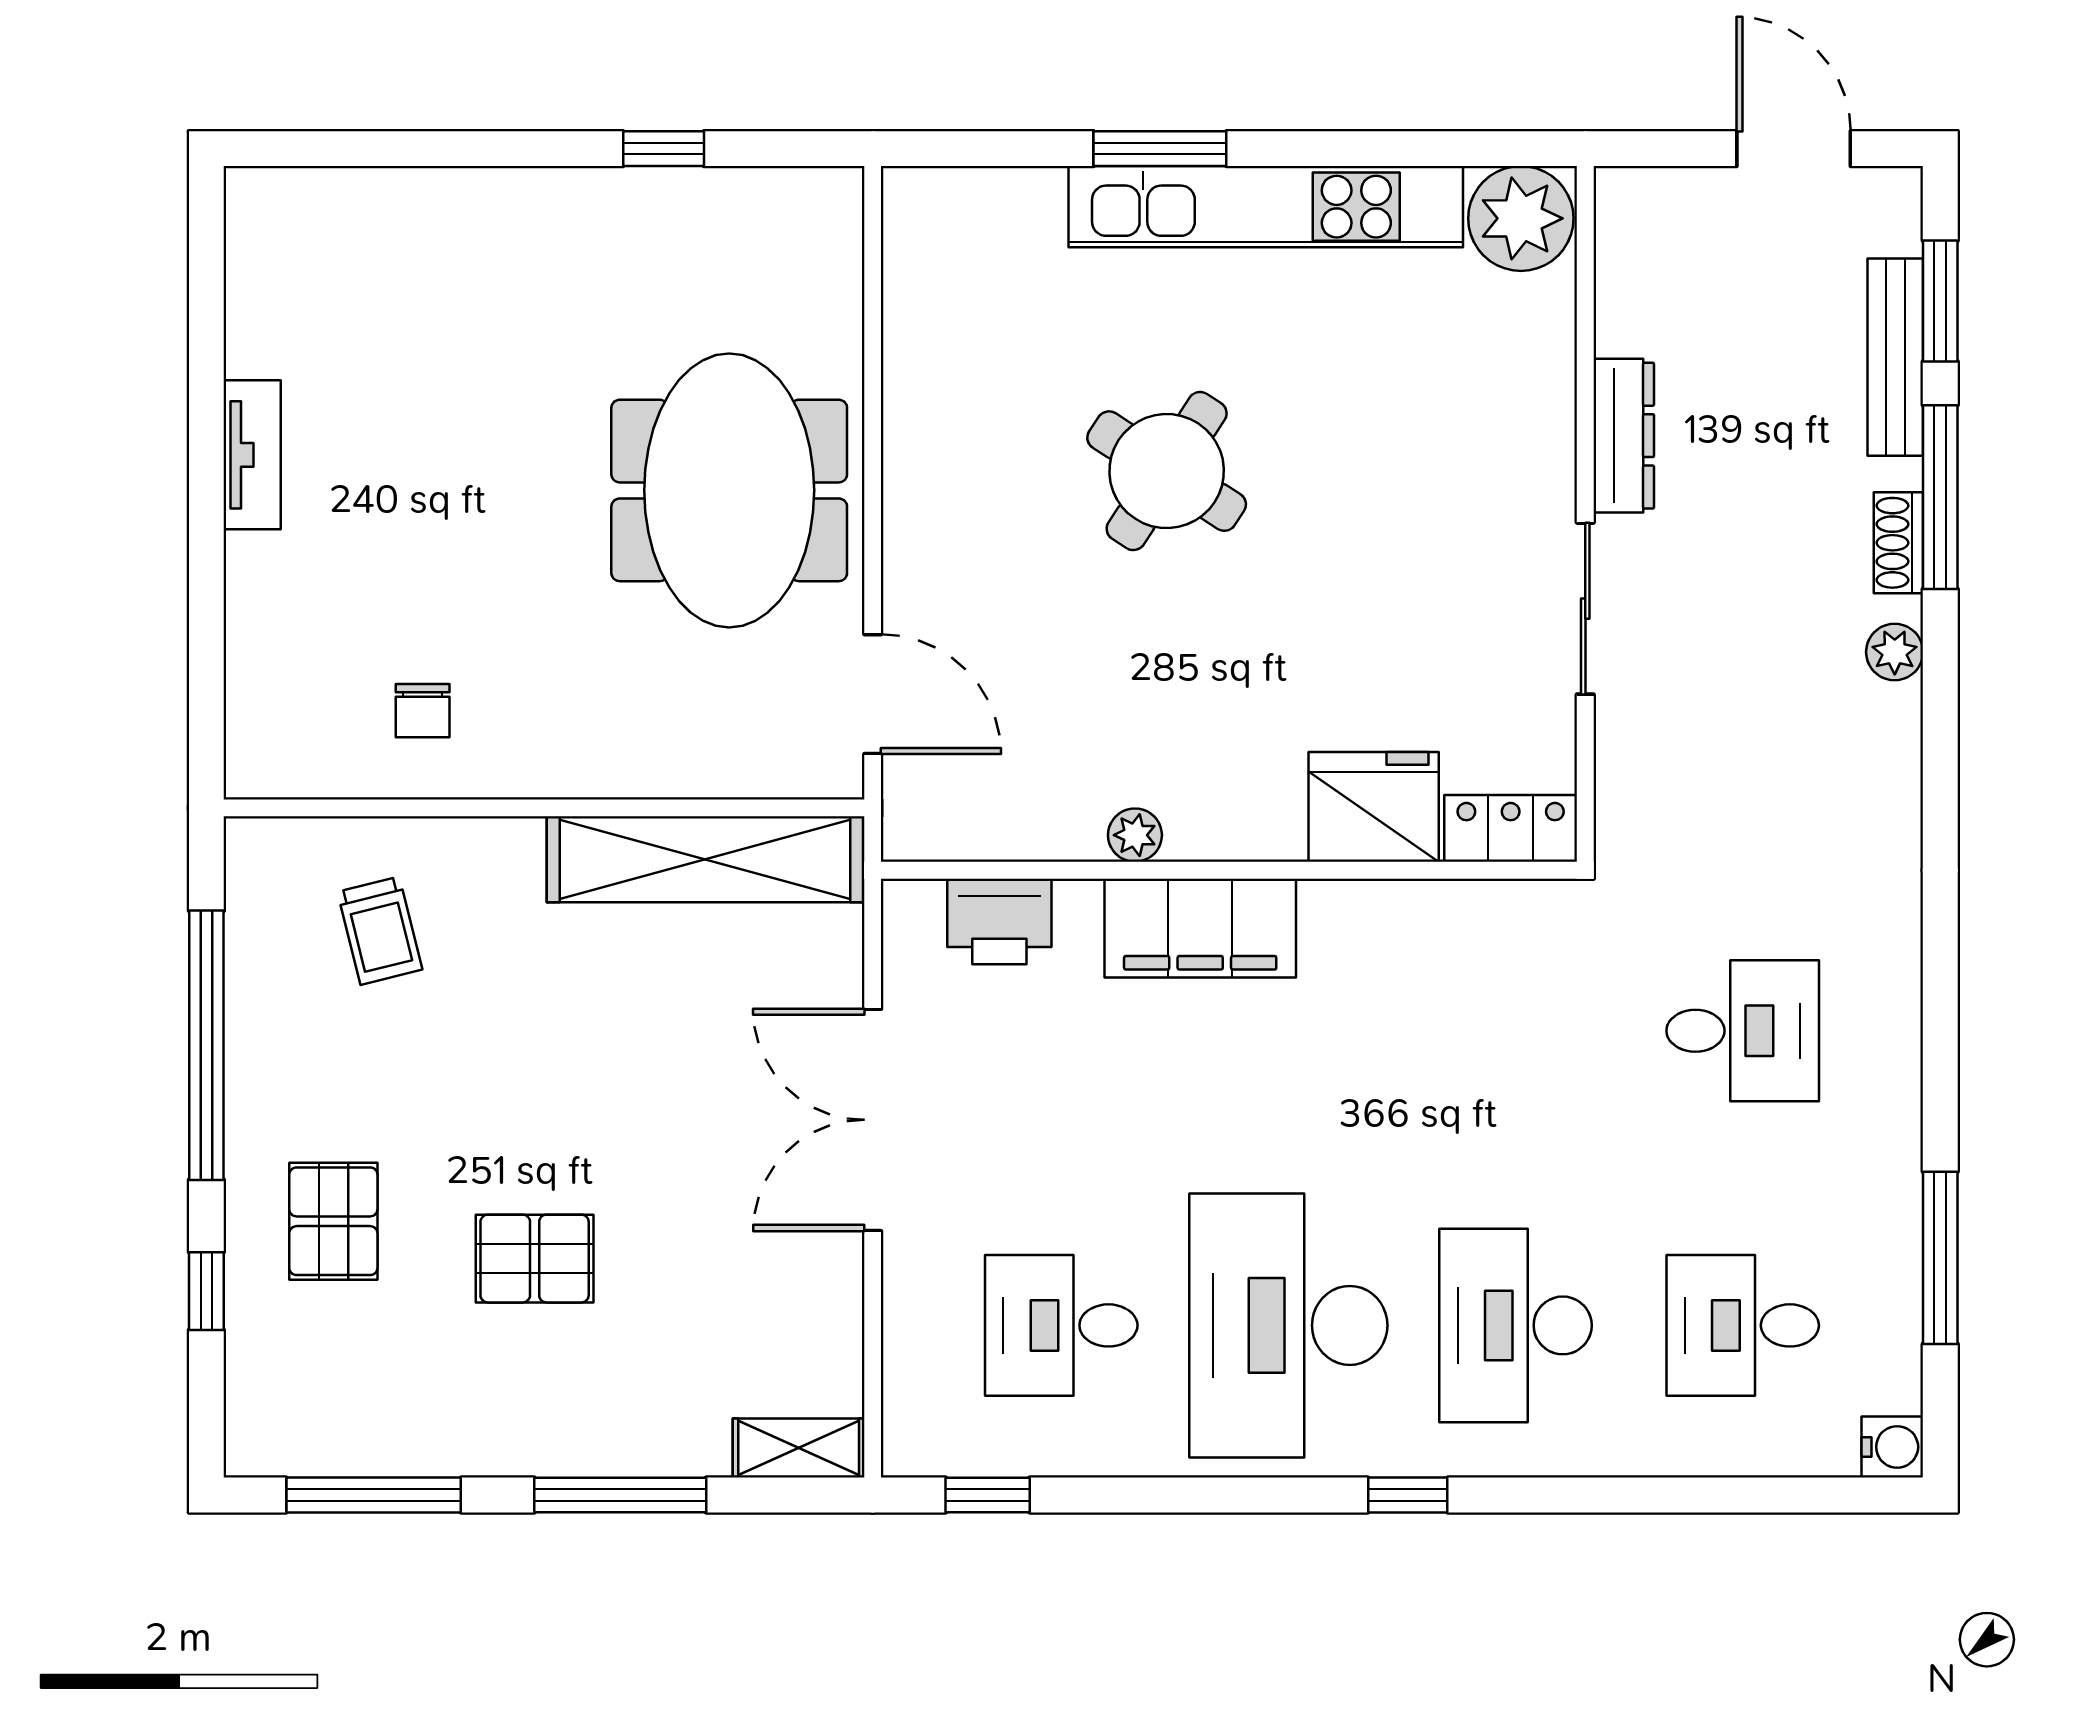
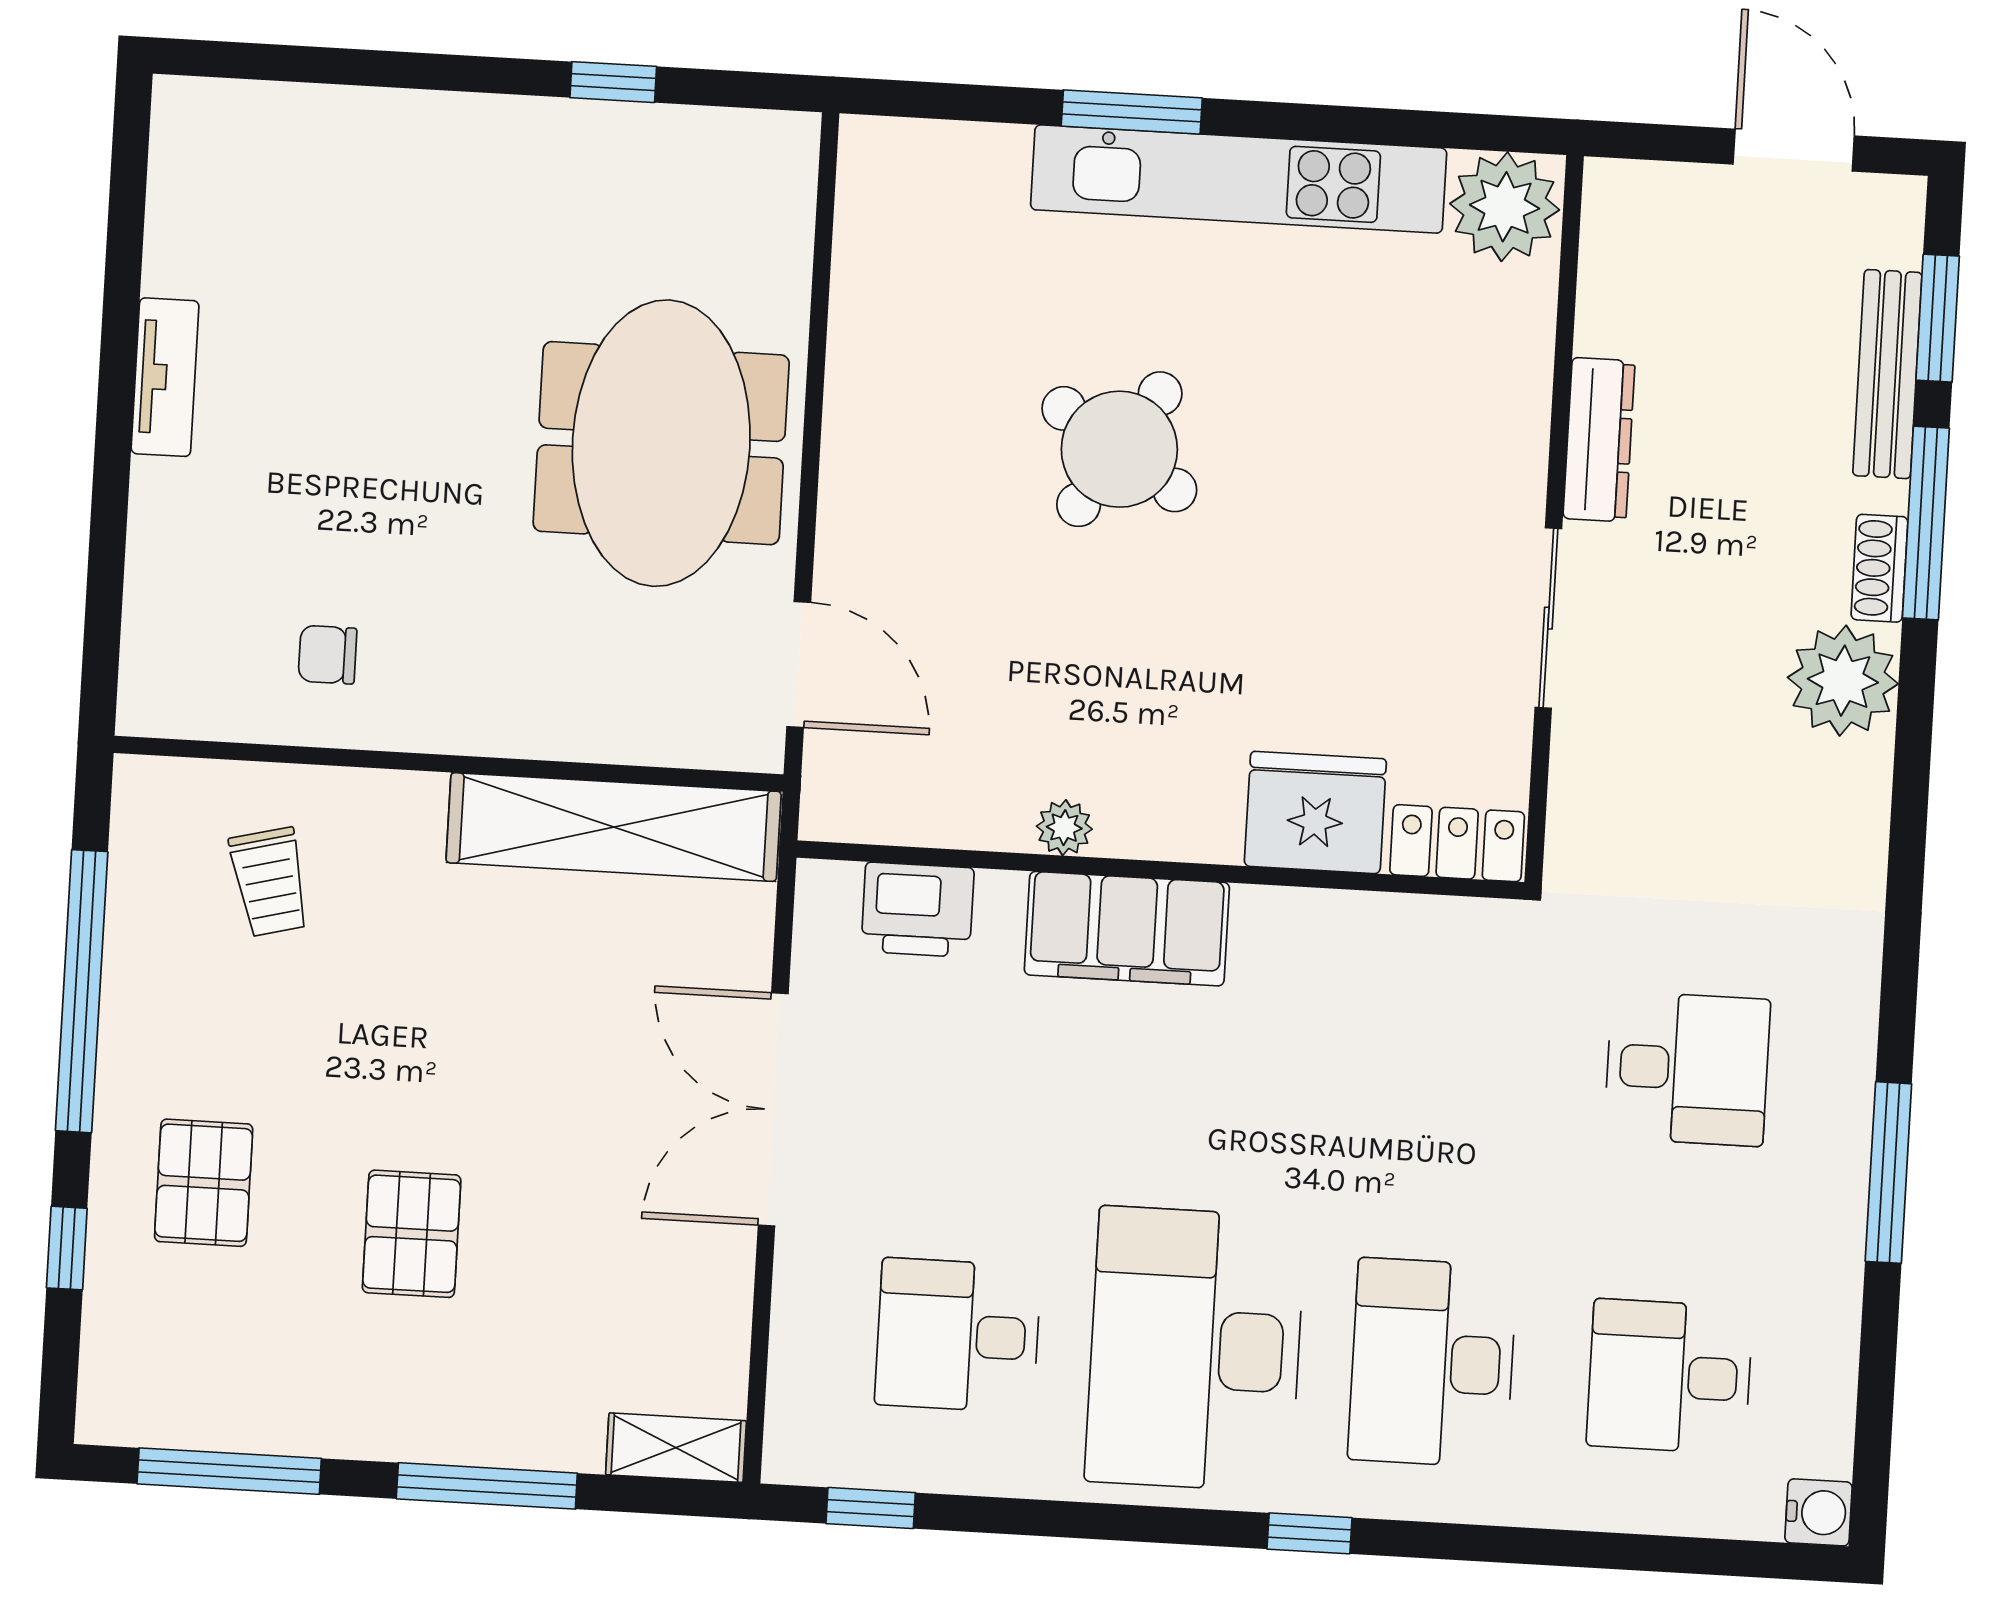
plant: (1895, 652) -> (1843, 681), width x1.87, depth x1.87
chair: (423, 711) -> (328, 655), turned 90
window: (1940, 1258) -> (1888, 1173), moved
pallet: (535, 1259) -> (412, 1234), turned 90

